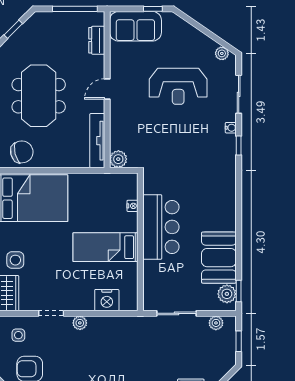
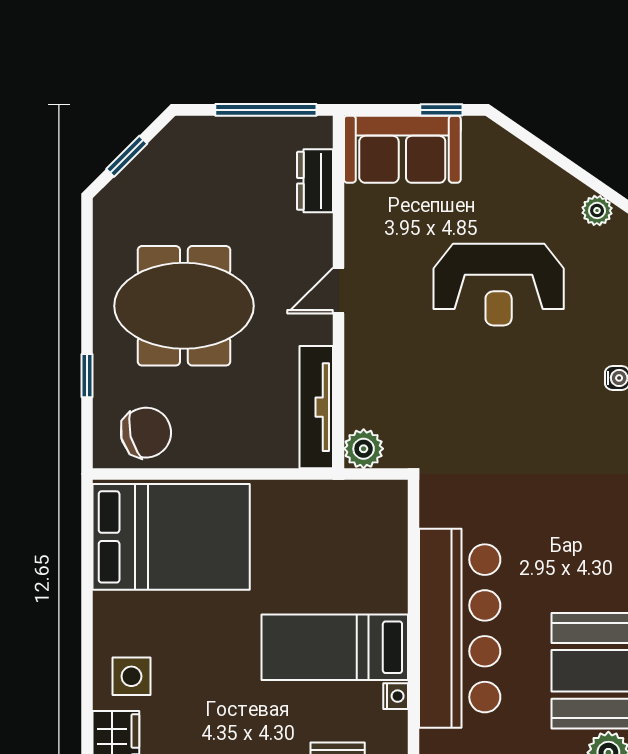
meeting table: (39, 96) -> (184, 306), turned 90
nightstand: (132, 206) -> (396, 696), moved
bar counter: (161, 227) -> (460, 628), width x1.36

